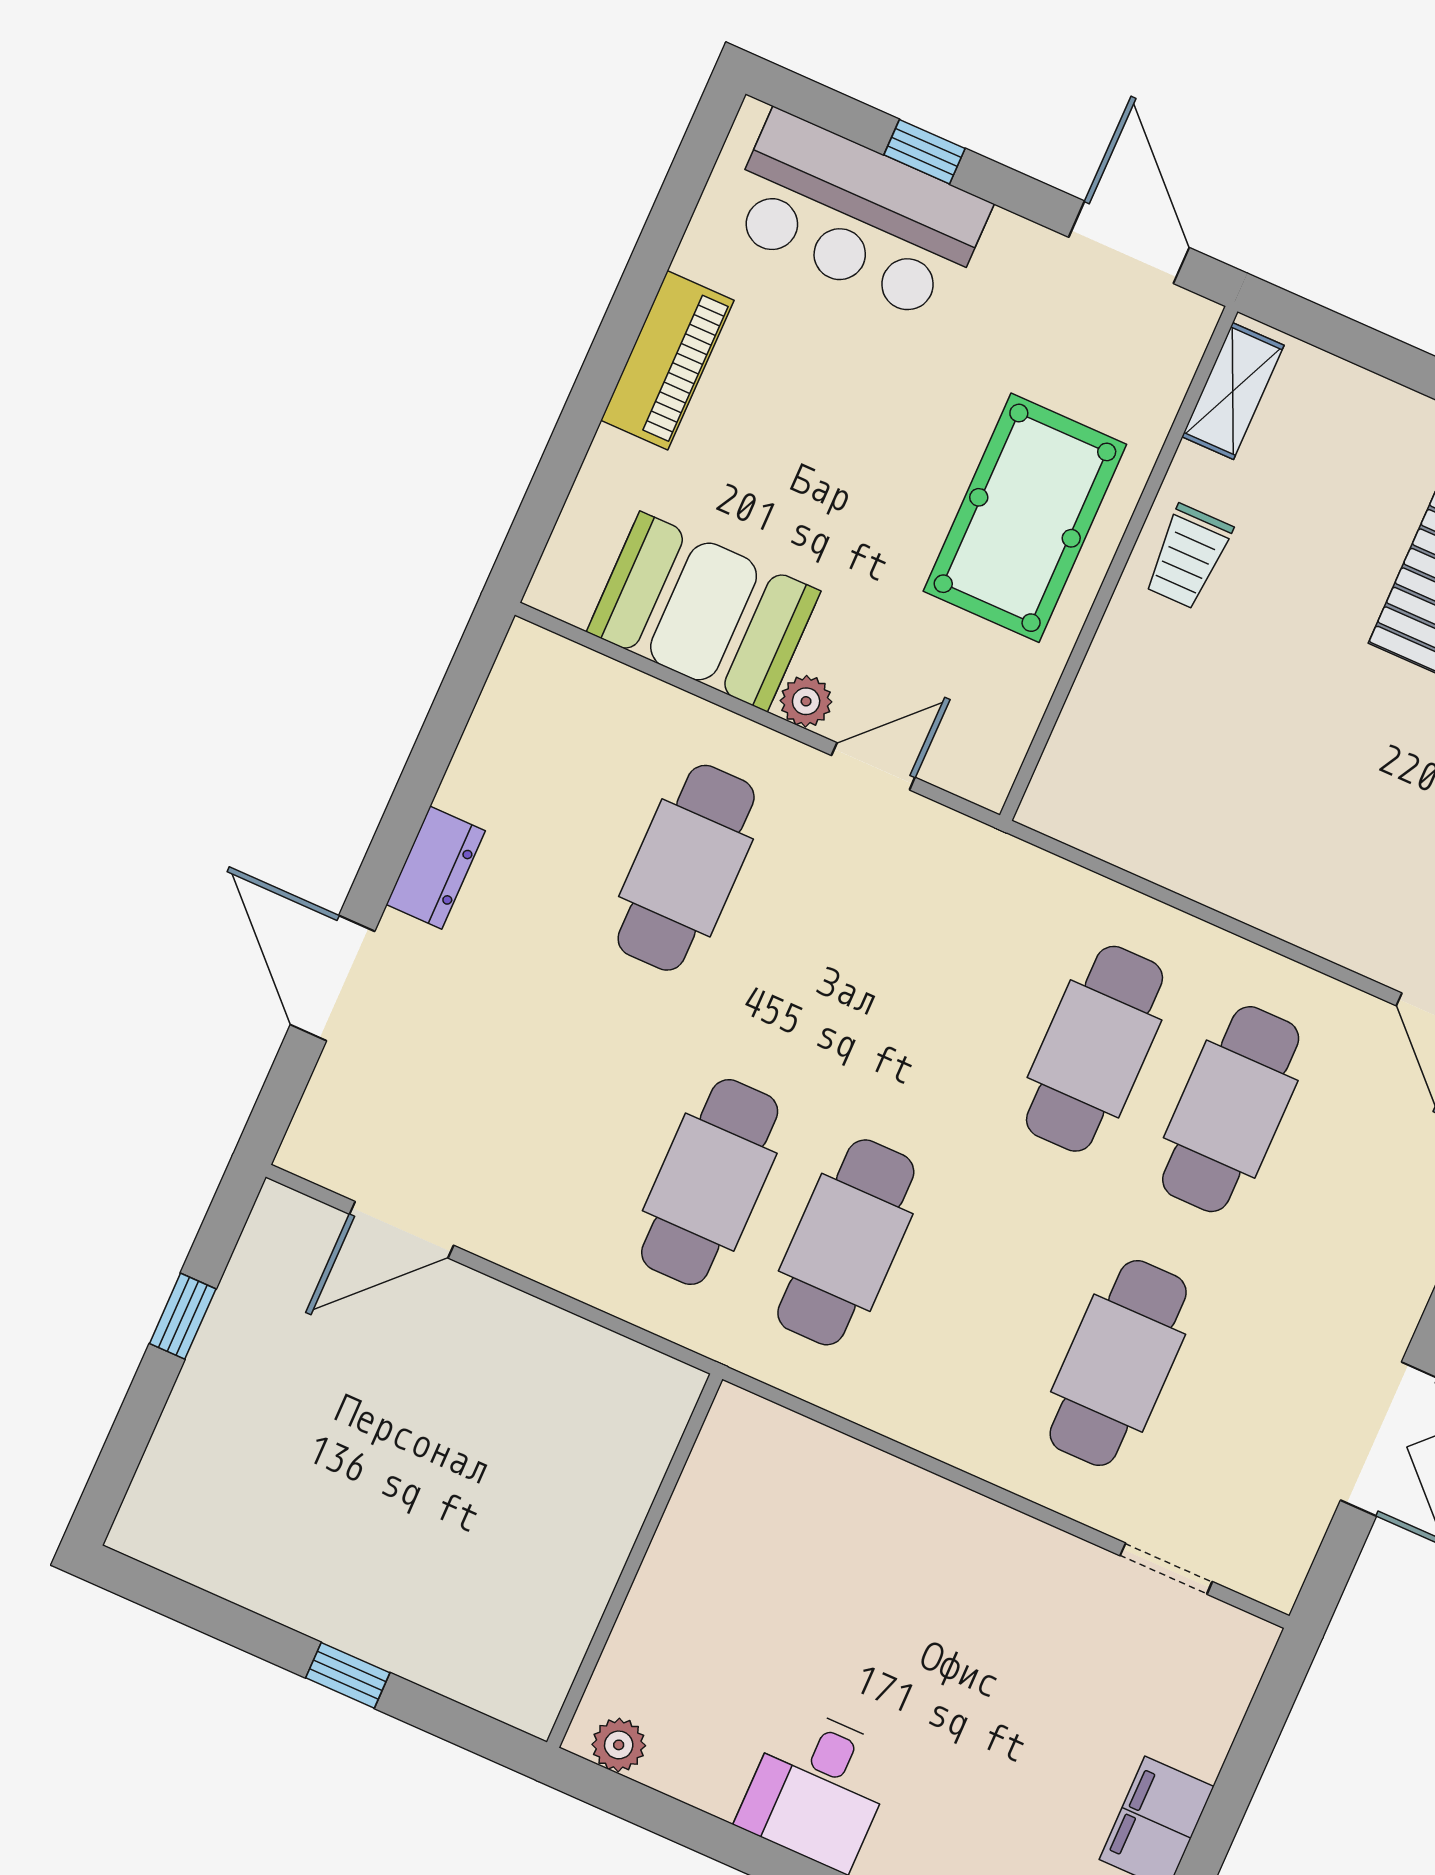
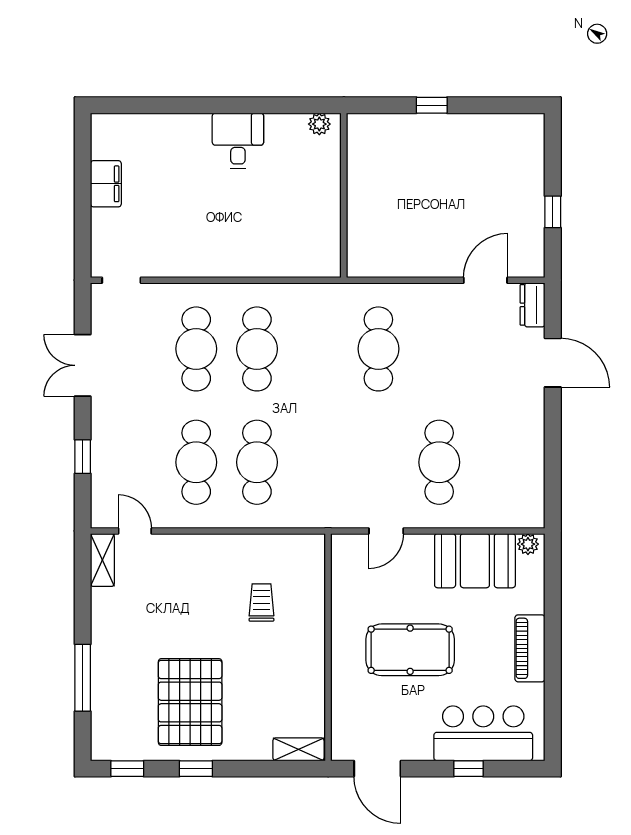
shelving: (1233, 391) -> (298, 749), moved, turned 90
pool table: (1025, 518) -> (410, 650), moved, turned 90
trolley: (1188, 557) -> (261, 602), moved
plant: (806, 701) -> (528, 544), moved
dresser: (436, 868) -> (532, 305), moved
cafe table: (846, 1242) -> (257, 349), moved
doorway: (1166, 1569) -> (121, 280), moved

